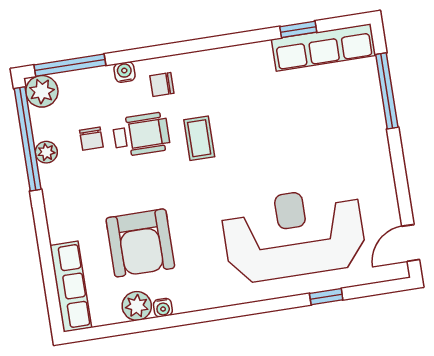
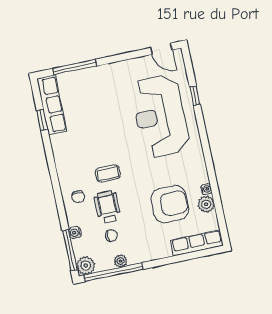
water cooler: (125, 72) -> (75, 233), moved

